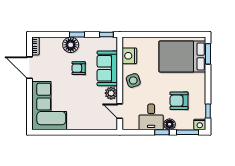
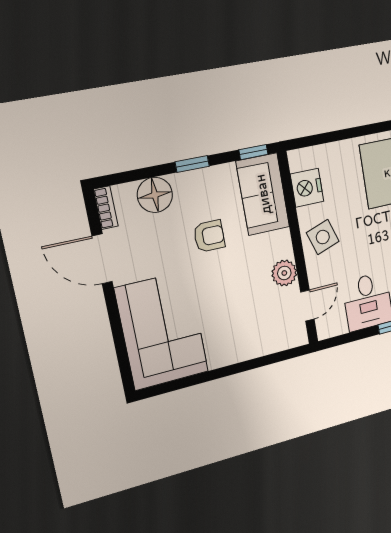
floor lamp: (71, 45) -> (155, 195), moved
armchair: (79, 68) -> (209, 236), turned 180
sofa: (107, 68) -> (263, 194), moved
door: (120, 111) -> (307, 306), swing flipped

